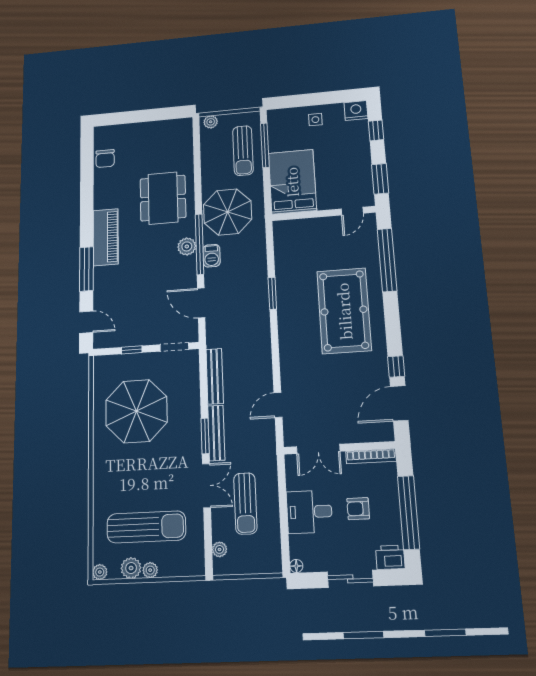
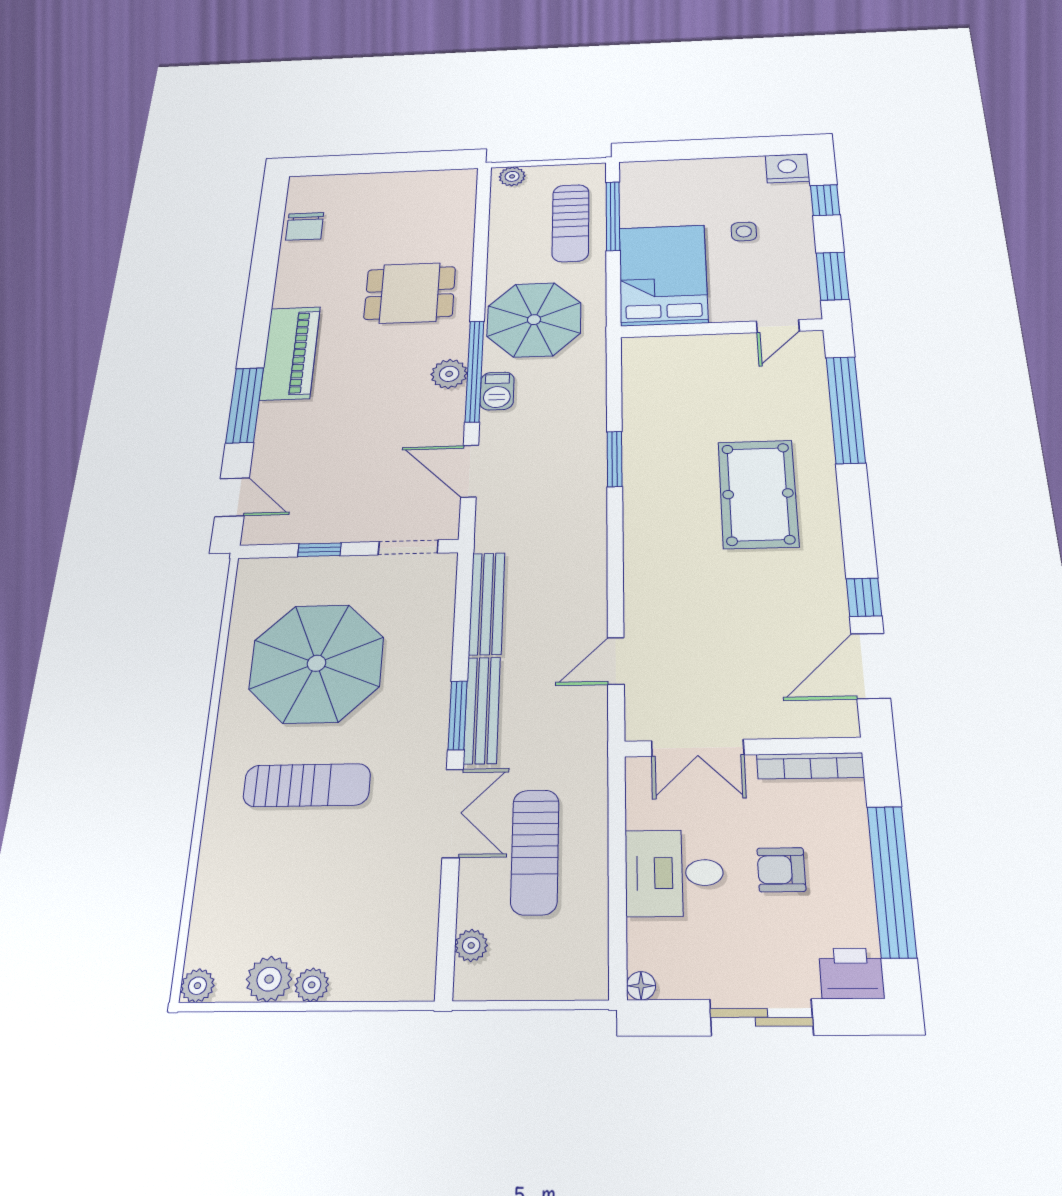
side table: (315, 120) -> (744, 231), moved
dining table: (163, 198) -> (410, 293), width x0.73
pool table: (344, 311) -> (758, 494), width x0.73, depth x0.76
sun lounger: (146, 527) -> (307, 785), moved, width x0.73, depth x0.75

